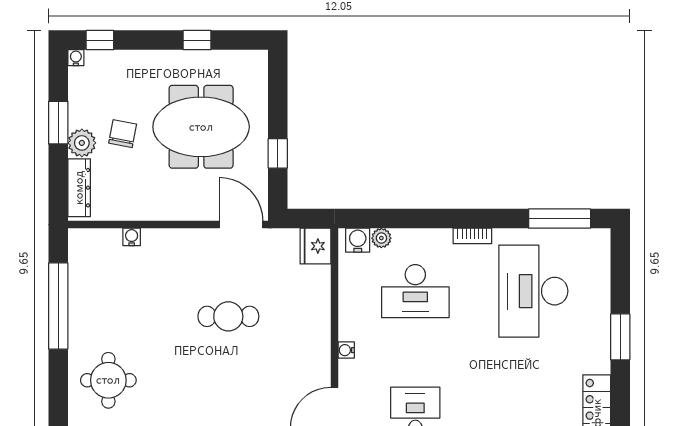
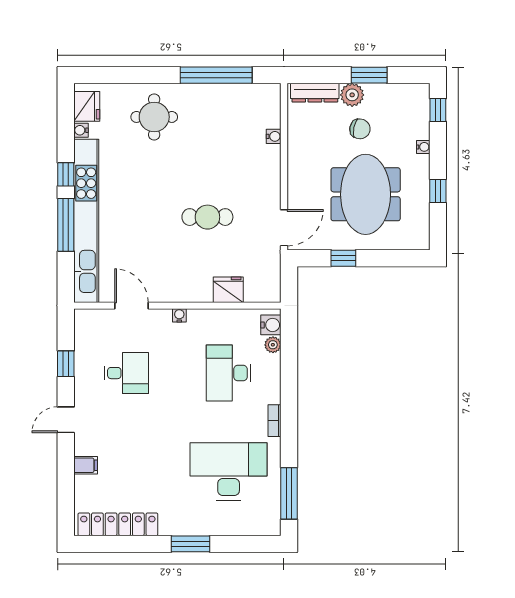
water cooler: (76, 58) -> (423, 147), moved
fridge: (315, 246) -> (228, 290), moved
cafe table: (228, 316) -> (207, 217), turned 90

